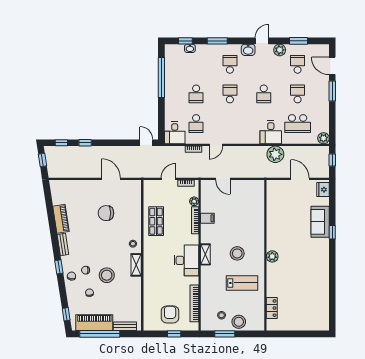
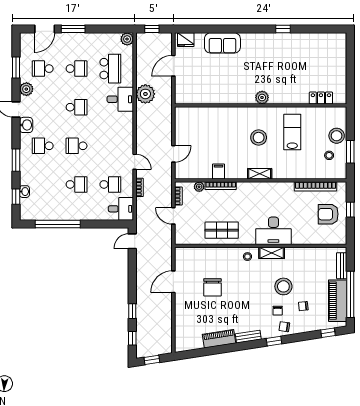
school desk: (298, 94) -> (77, 69), turned 180
window: (332, 232) -> (283, 29), moved
desk: (186, 260) -> (273, 231), moved, turned 180

